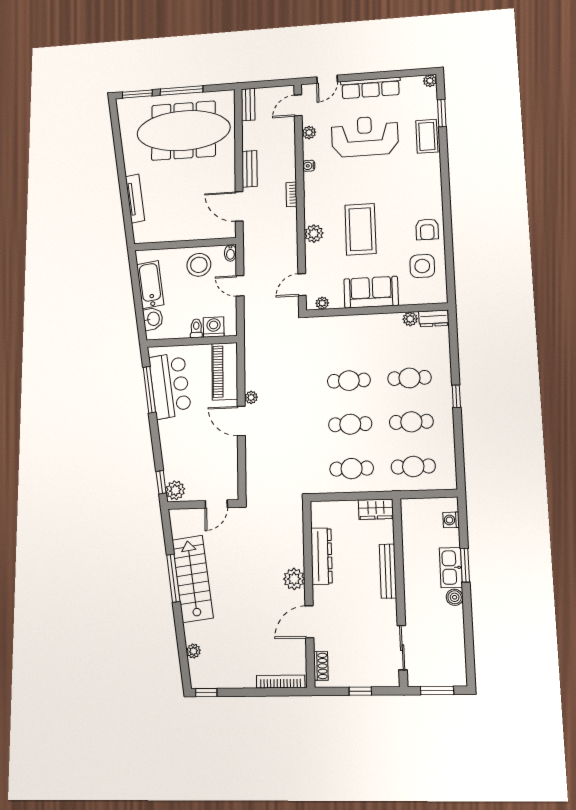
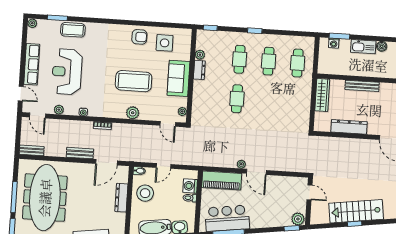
dresser: (190, 233) -> (121, 198), added
dresser: (434, 318) -> (199, 70), moved
window: (453, 329) -> (210, 28), added
door: (241, 421) -> (256, 172), hinge flipped
cafe table: (350, 424) -> (266, 101), removed
cafe table: (352, 469) -> (295, 102), removed
wardrobe: (376, 509) -> (322, 95), width x1.50
window: (465, 565) -> (339, 36), moved
window: (173, 578) -> (355, 224), width x0.46
plant: (294, 579) -> (362, 146), removed

